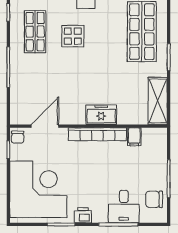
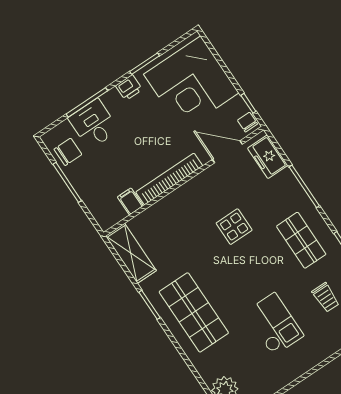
display table: (73, 36) -> (234, 227), moved
freezer: (101, 115) -> (268, 157), moved, turned 90
door: (45, 126) -> (227, 152), swing flipped

